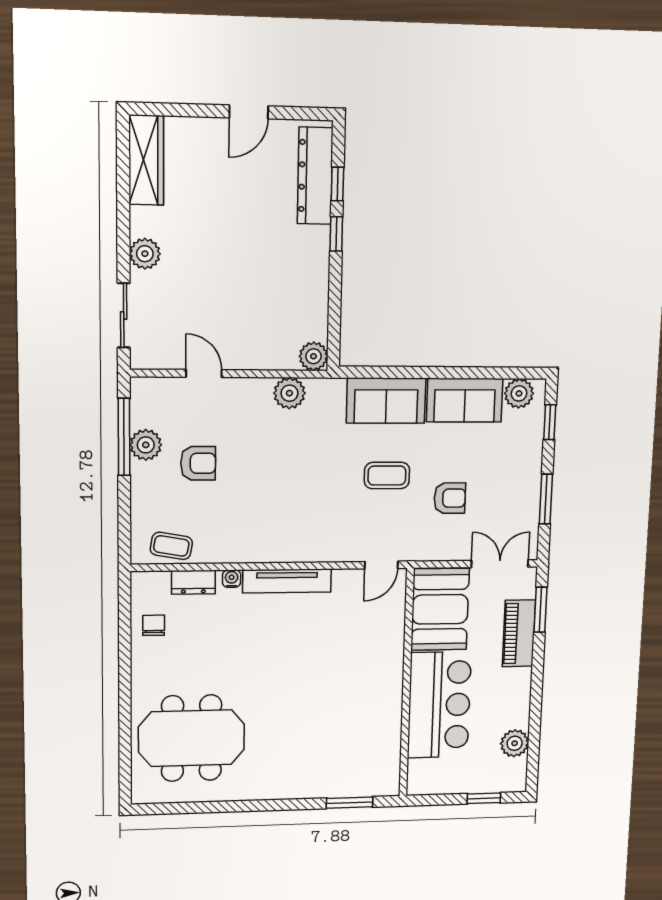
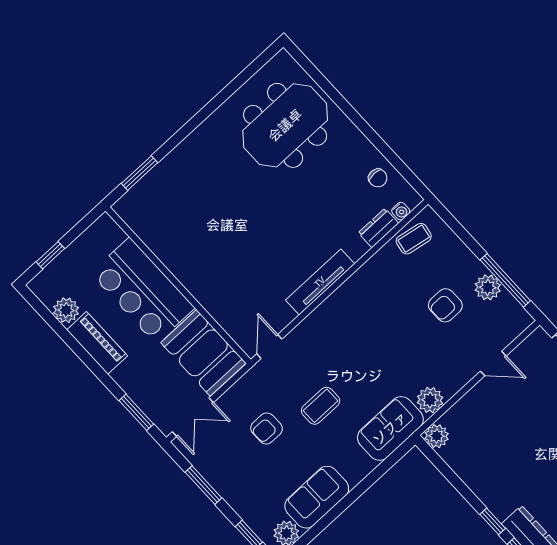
sofa: (386, 401) -> (390, 428), moved
water cooler: (232, 579) -> (401, 211), moved
piano: (519, 633) -> (97, 343), moved

